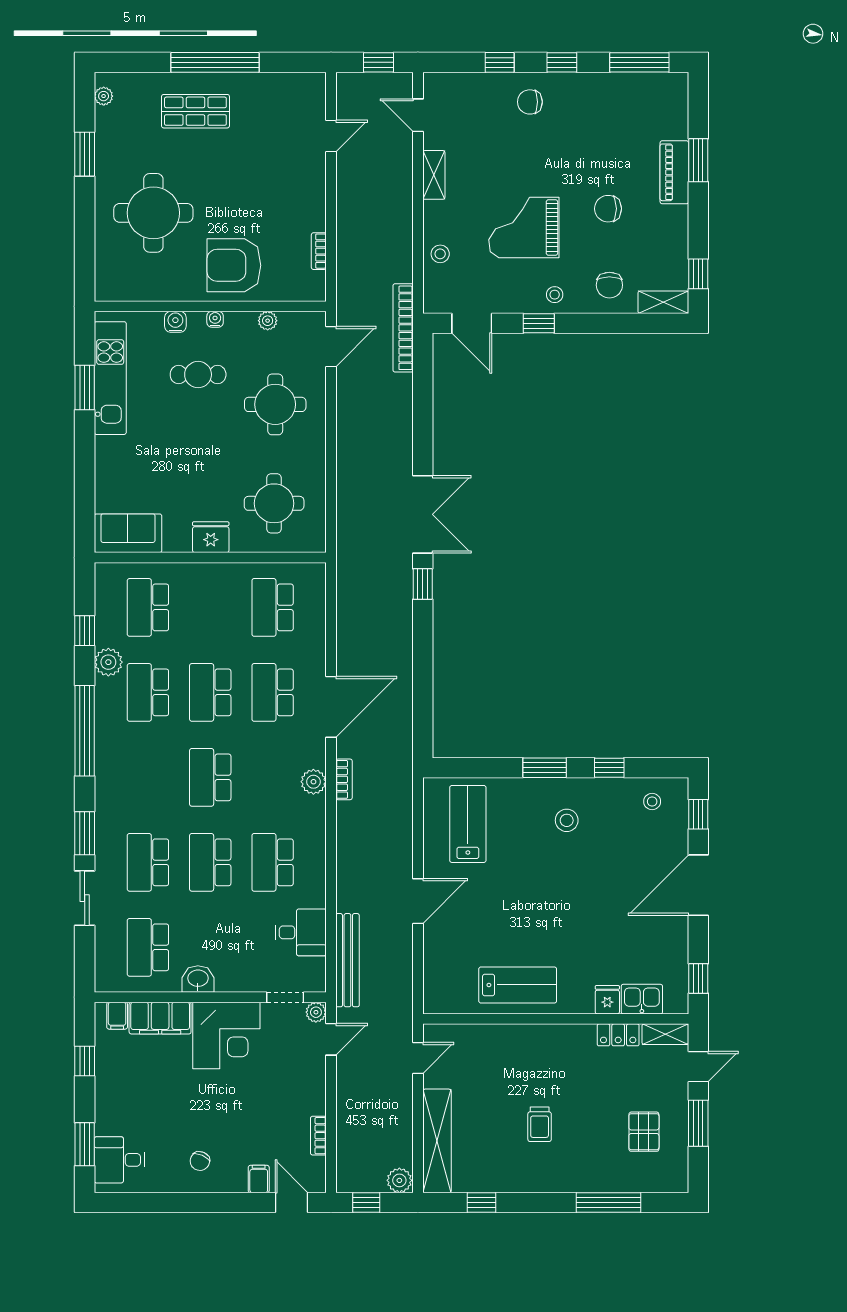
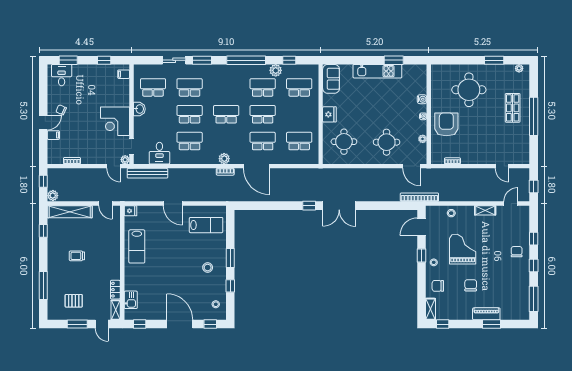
cafe table: (198, 375) -> (399, 109), removed
kitchen unit: (110, 378) -> (377, 71), moved
fridge: (607, 1000) -> (130, 211), moved
filing cabinet: (160, 1018) -> (123, 93), removed
door: (291, 1202) -> (43, 123), moved

